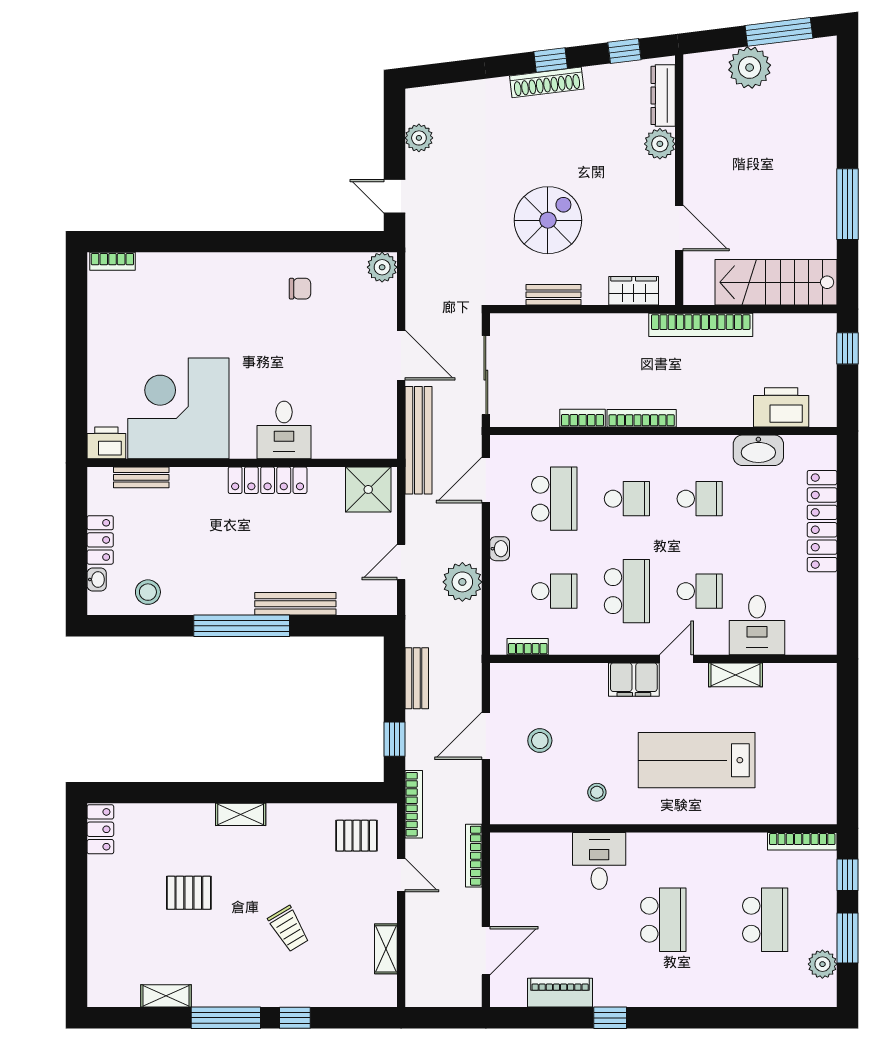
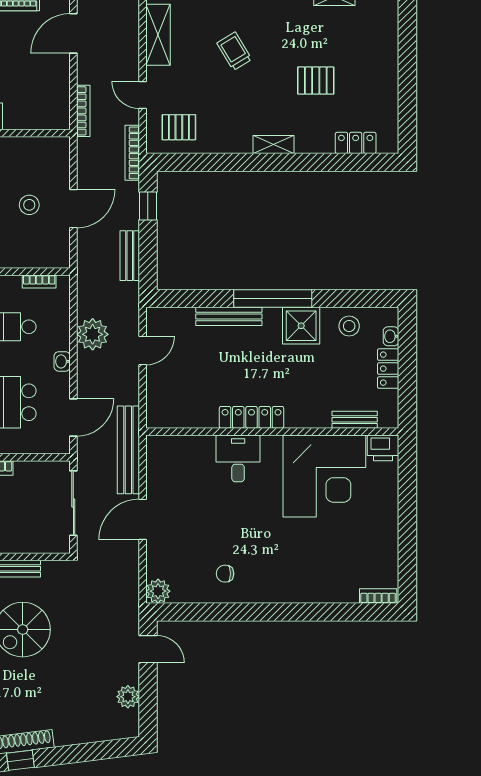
door: (401, 355) -> (143, 519), hinge flipped
shower: (368, 489) -> (301, 326), moved
locker: (100, 829) -> (356, 143), moved, turned 90
shelving: (386, 949) -> (158, 35), width x1.50, depth x1.33

